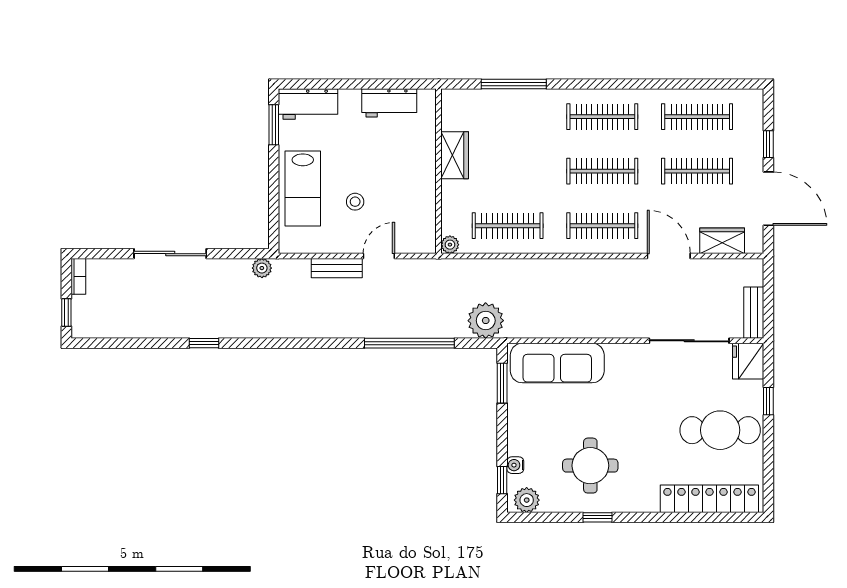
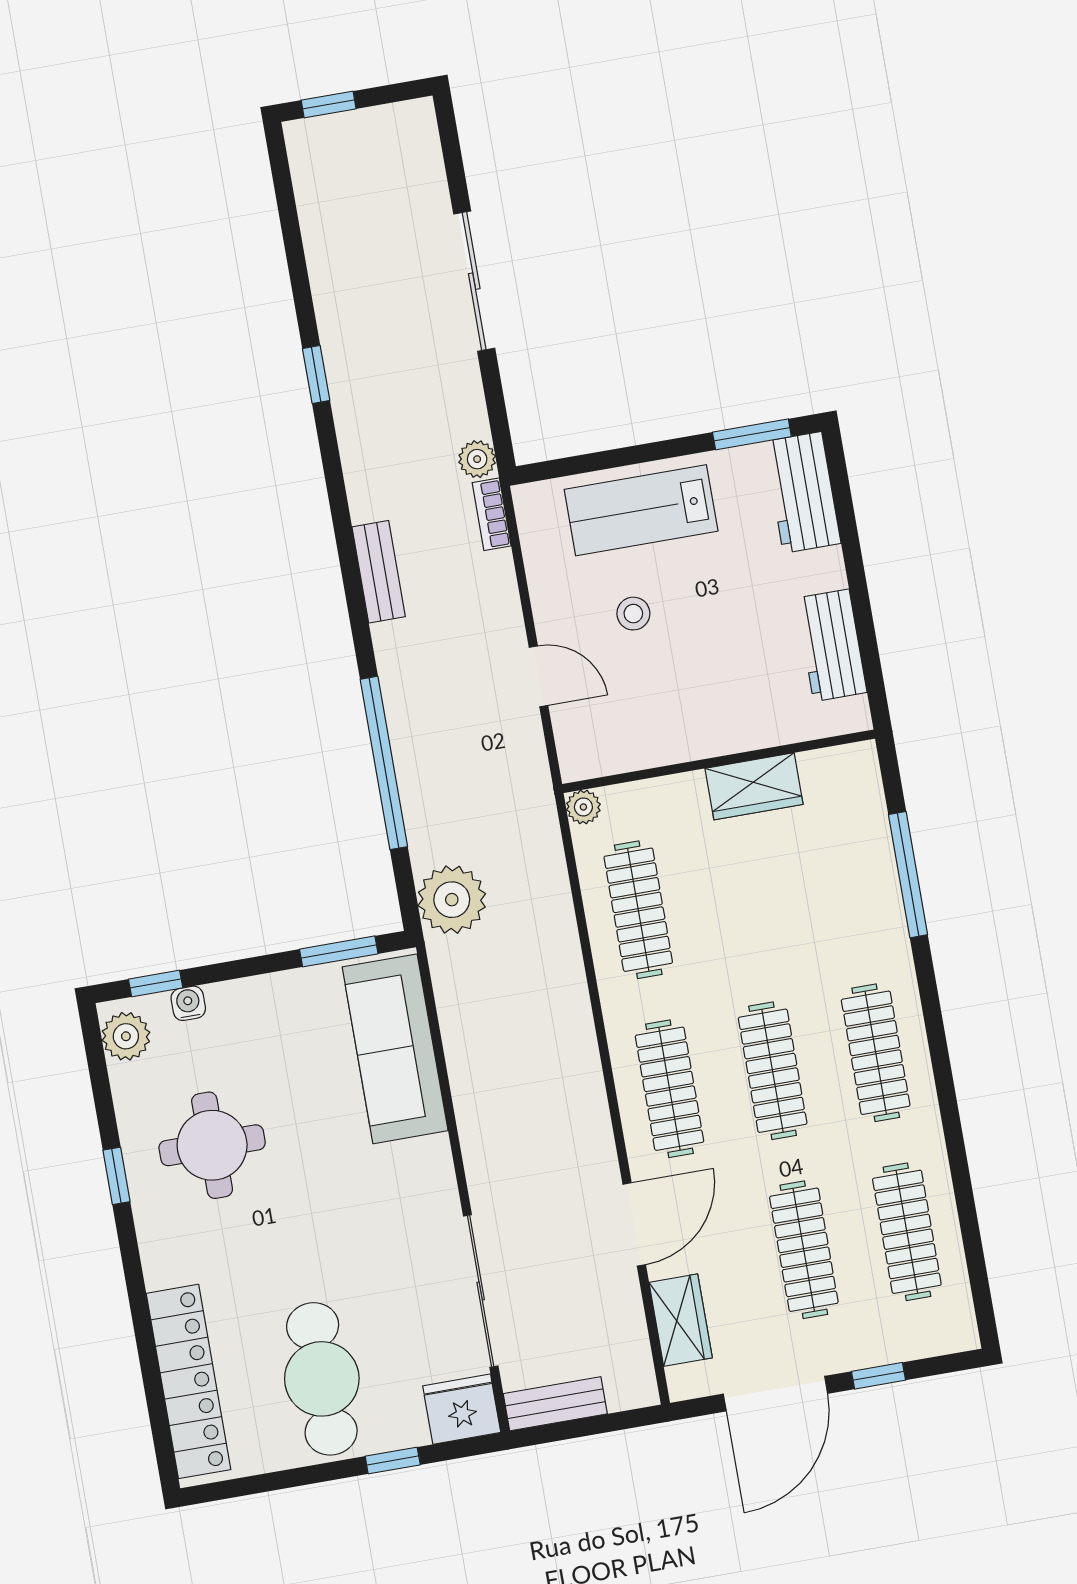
bench: (337, 268) -> (379, 572), moved
bookcase: (78, 276) -> (492, 514), moved, turned 90

